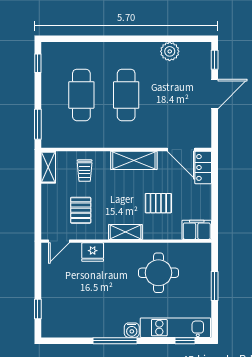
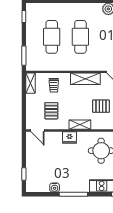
door: (59, 241) -> (37, 130), hinge flipped
fridge: (93, 252) -> (70, 137), moved
water cooler: (132, 330) -> (55, 187), moved

